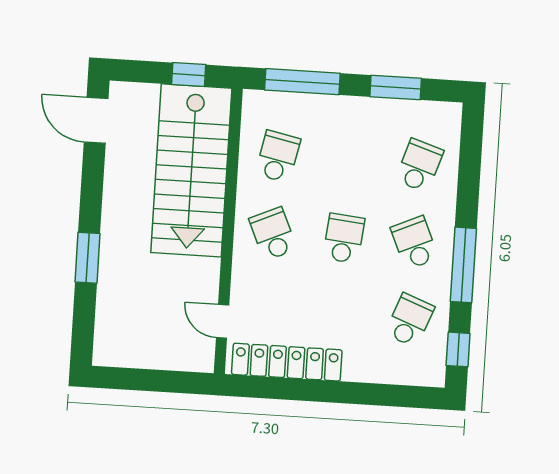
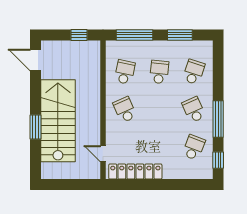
stairs: (191, 170) -> (58, 121), moved, turned 180
school desk: (344, 238) -> (159, 72), moved

